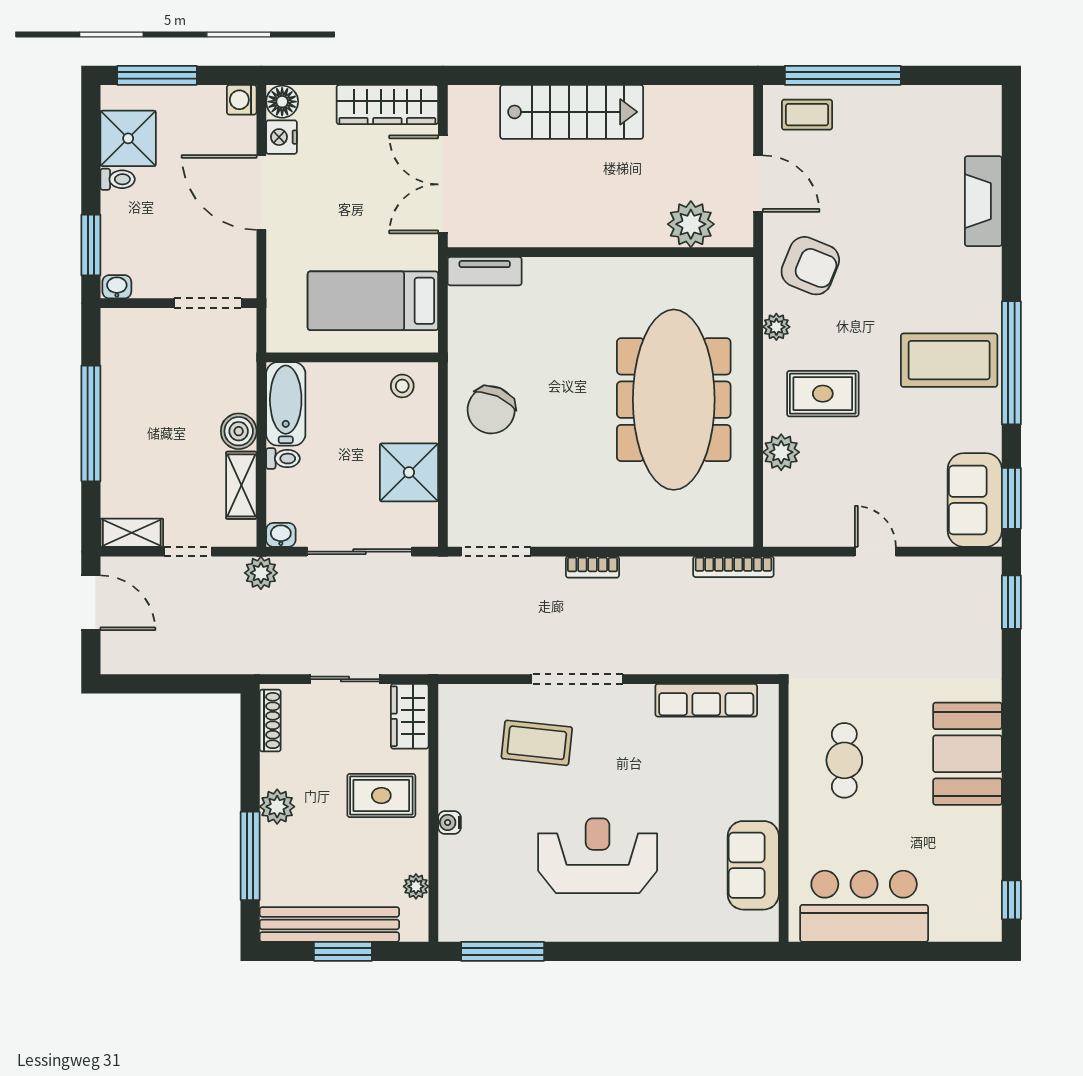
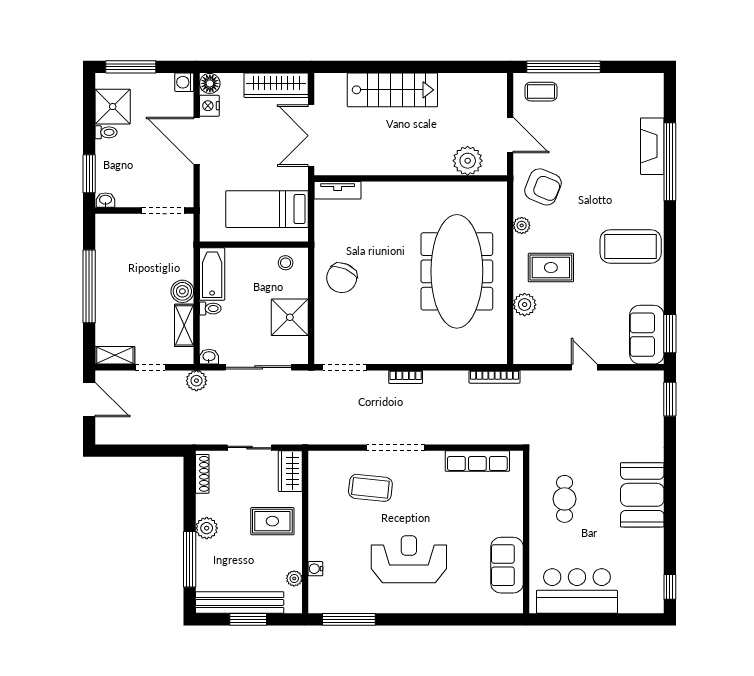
window: (1011, 363) -> (670, 162), moved
water cooler: (449, 822) -> (315, 569), moved

